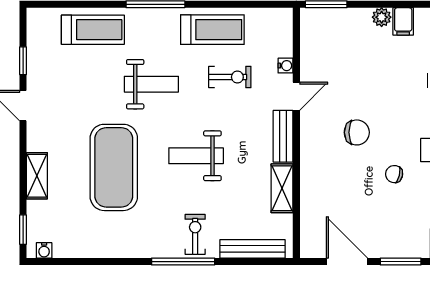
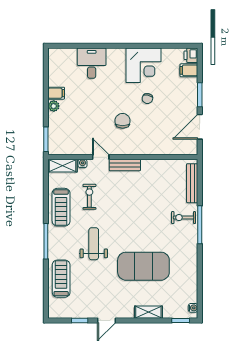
treadmill: (212, 30) -> (61, 207), turned 180
weight bench: (196, 156) -> (136, 217), removed
shelving: (282, 188) -> (62, 166), moved

